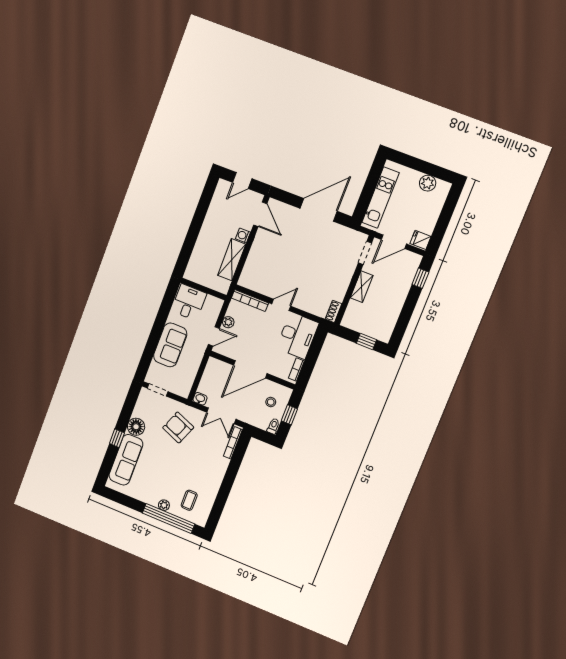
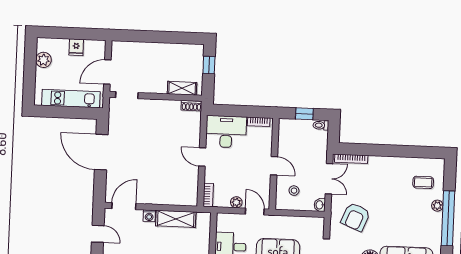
fridge: (420, 240) -> (76, 47), moved
door: (394, 242) -> (107, 72), swing flipped
window: (420, 278) -> (133, 36), removed
shelving: (362, 287) -> (182, 88), moved
bookcase: (250, 301) -> (208, 195), width x0.64
door: (250, 369) -> (274, 166), width x0.53
stool: (271, 402) -> (294, 191), moved
window: (169, 518) -> (448, 218), moved

